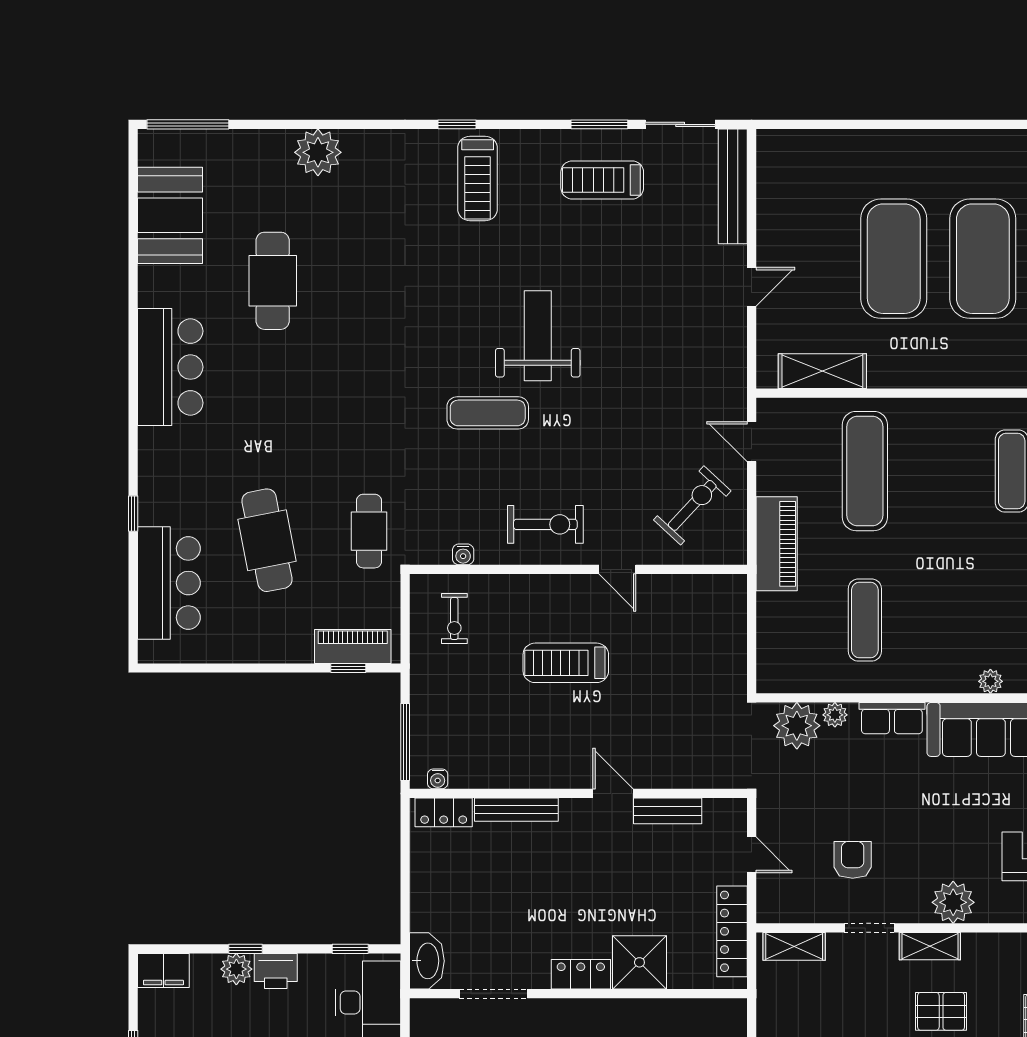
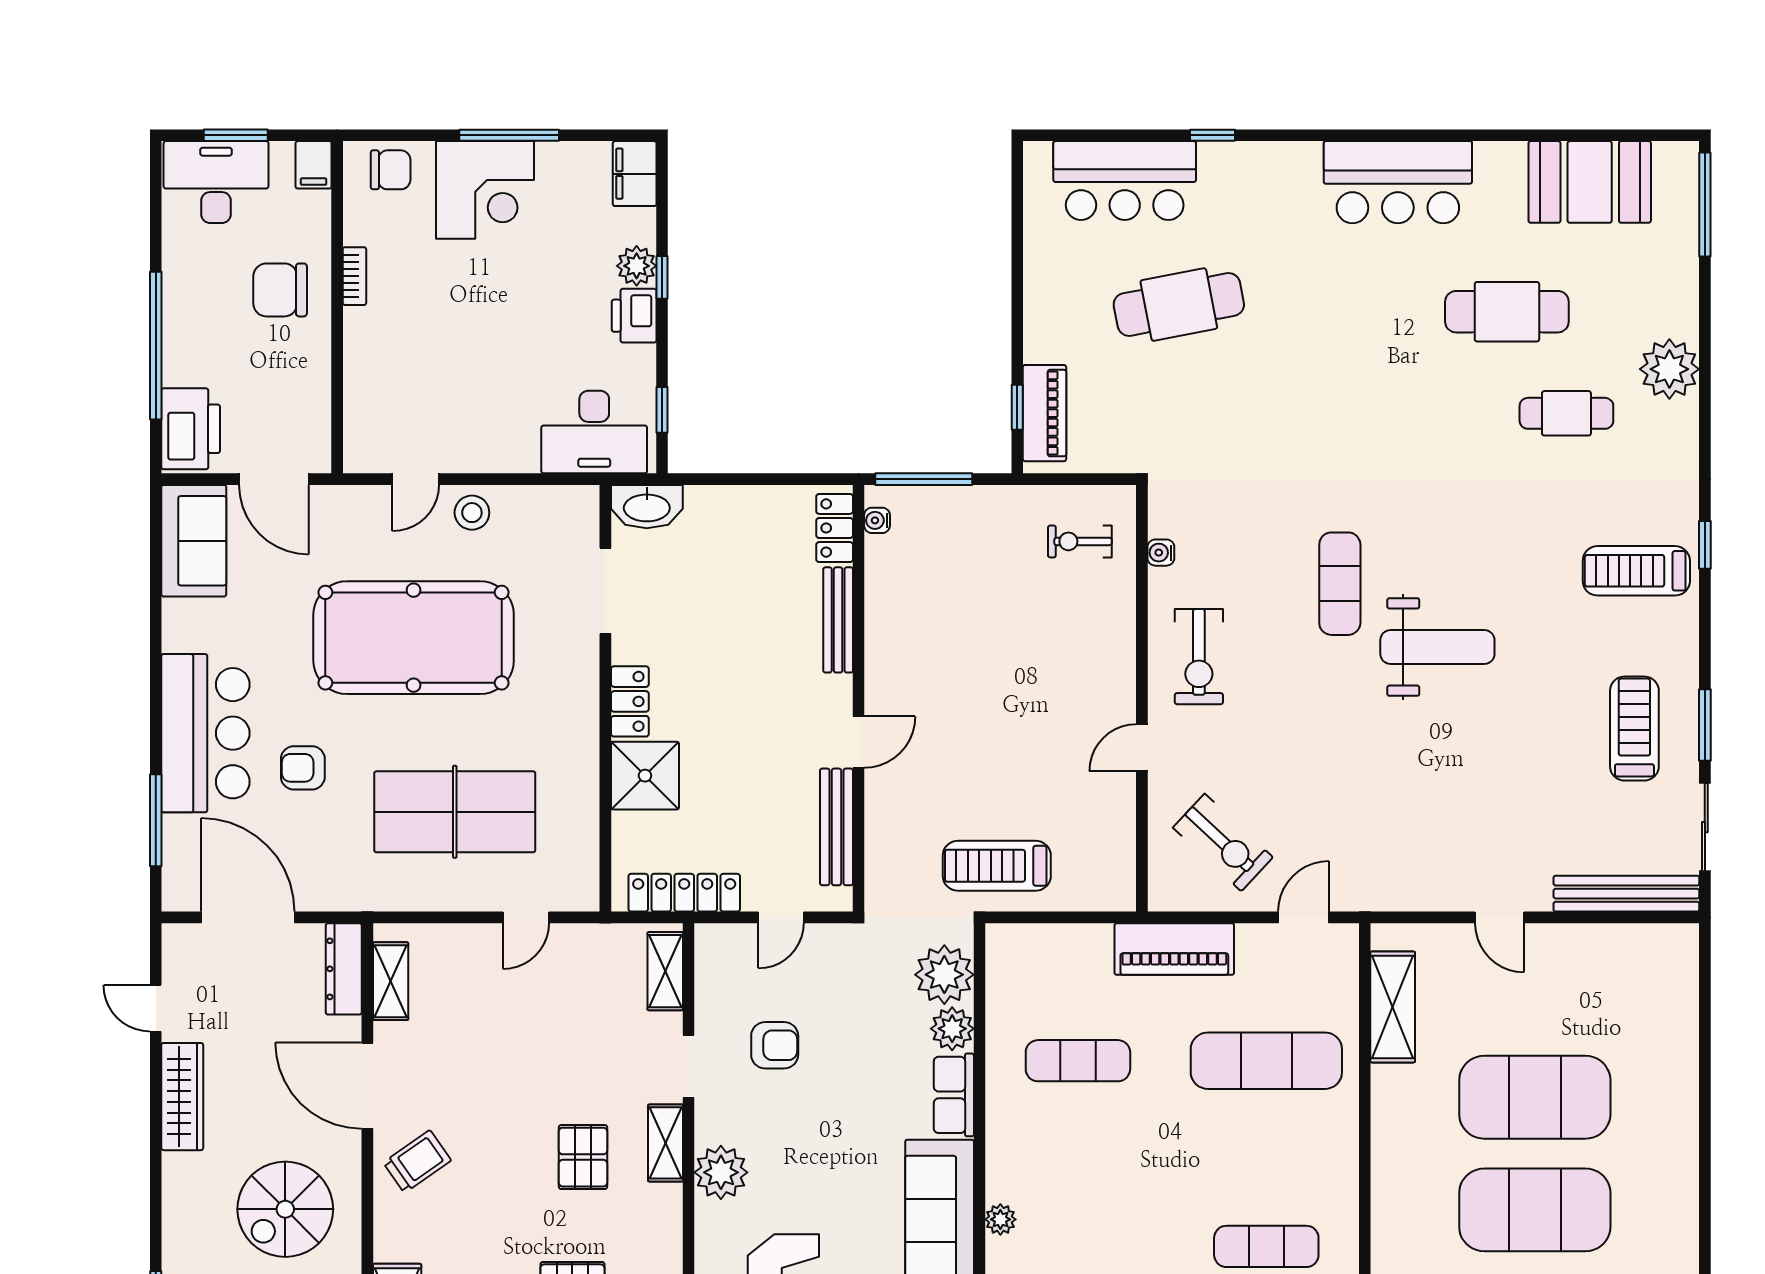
cafe table: (369, 531) -> (1566, 413), moved
treadmill: (566, 663) -> (997, 866), moved, turned -90
plant: (835, 715) -> (952, 1029), width x1.38, depth x1.38
bench: (668, 811) -> (836, 827), width x1.36

